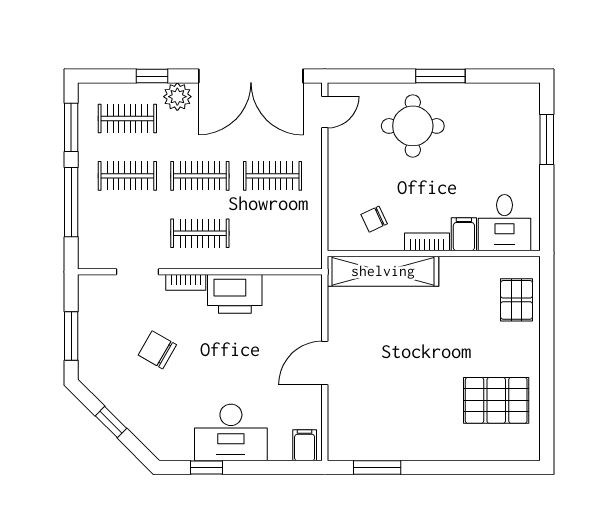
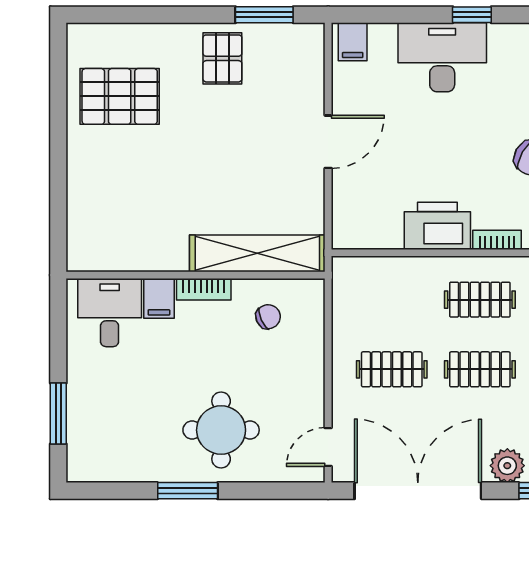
pallet: (517, 300) -> (222, 58), moved

